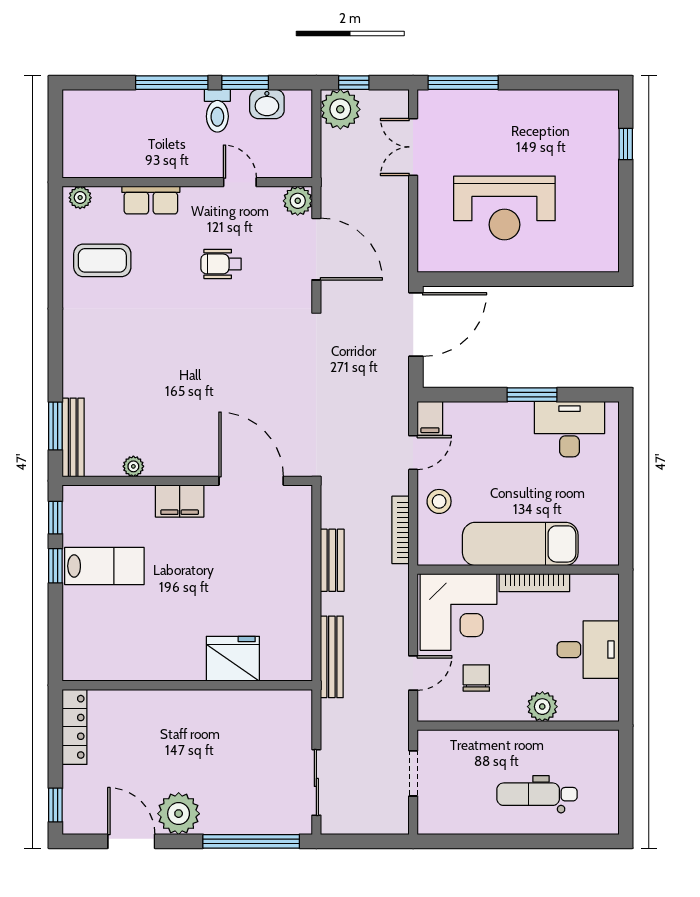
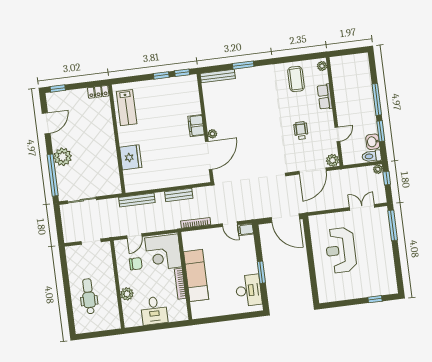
plant: (340, 109) -> (378, 169), width x0.53, depth x0.53
toilet: (217, 111) -> (372, 156), moved
window: (55, 426) -> (243, 65), moved
plant: (133, 466) -> (212, 134), moved
stool: (439, 501) -> (210, 238), removed
lab bench: (104, 566) -> (127, 108), moved
door: (413, 673) -> (134, 236), hinge flipped
locker: (75, 727) -> (98, 92), width x0.66
plant: (179, 814) -> (63, 157), moved

